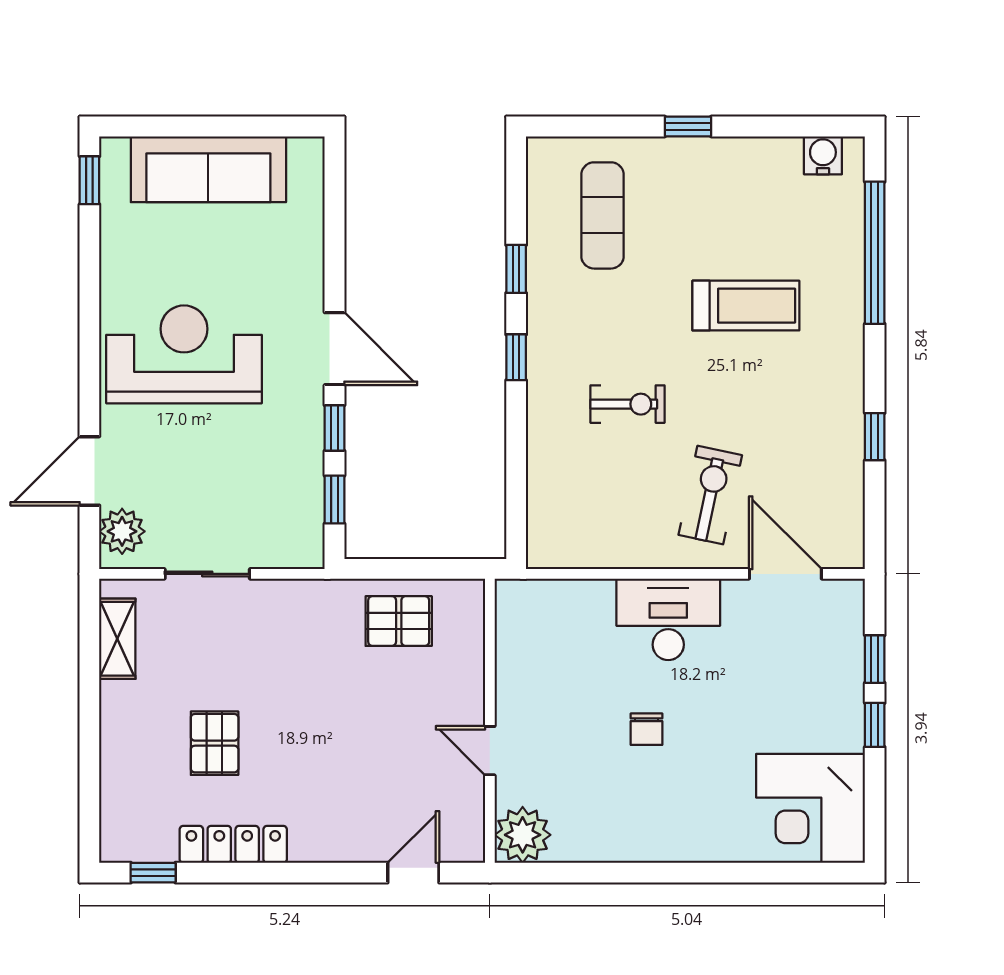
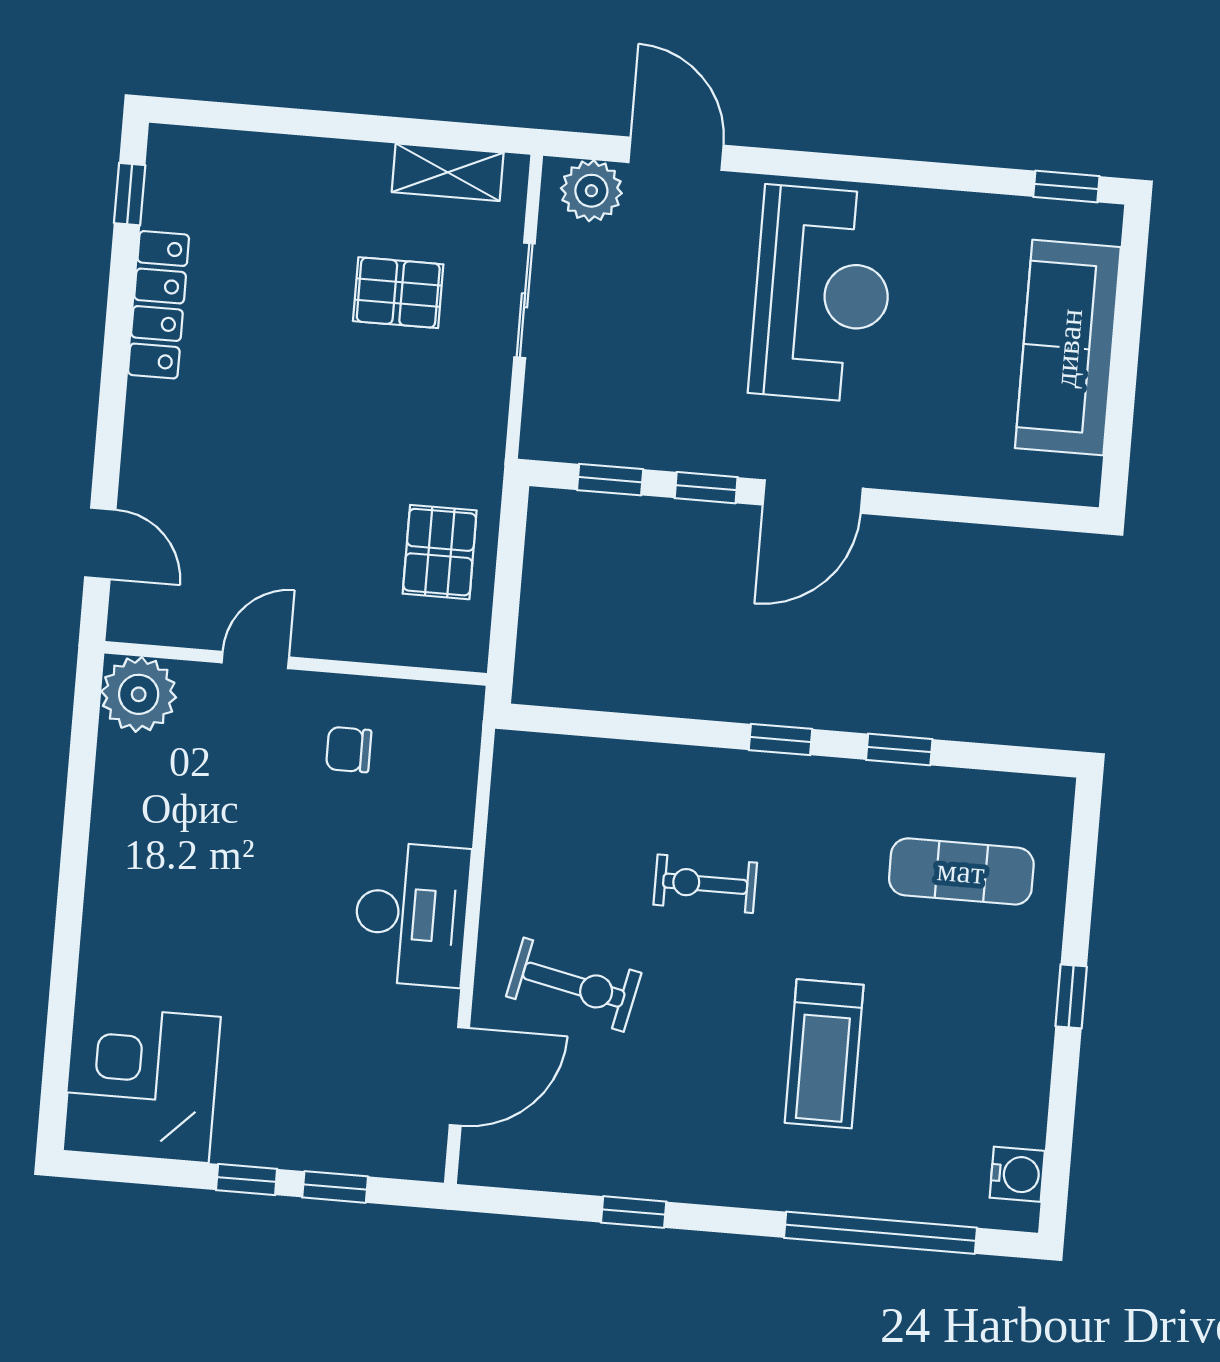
exercise bike: (627, 404) -> (705, 884), turned 90
chair: (646, 729) -> (349, 750), moved
pallet: (215, 743) -> (398, 293), moved

